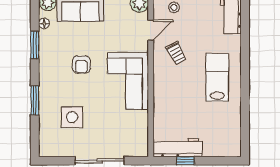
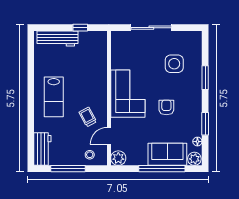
workbench: (178, 148) -> (57, 38), moved

